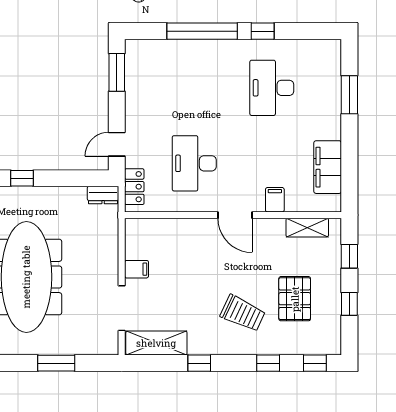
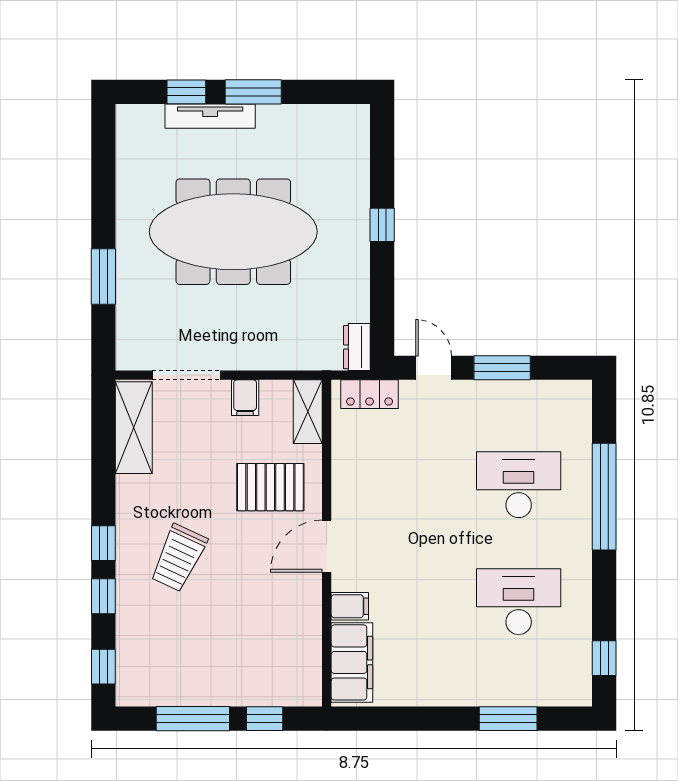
window: (263, 31) -> (604, 658), moved
window: (117, 72) -> (502, 368), moved
desk: (194, 163) -> (519, 485), moved
filing cabinet: (328, 167) -> (352, 662), moved, turned 90
shelving: (307, 228) -> (308, 412), moved
pallet: (295, 299) -> (270, 487), moved
window: (349, 304) -> (193, 719), width x2.17
window: (199, 363) -> (103, 543), moved

